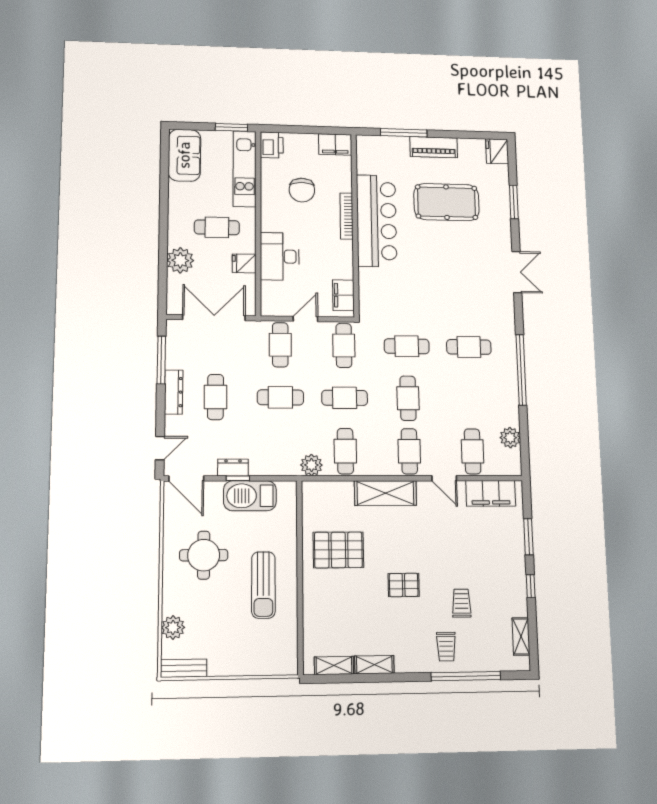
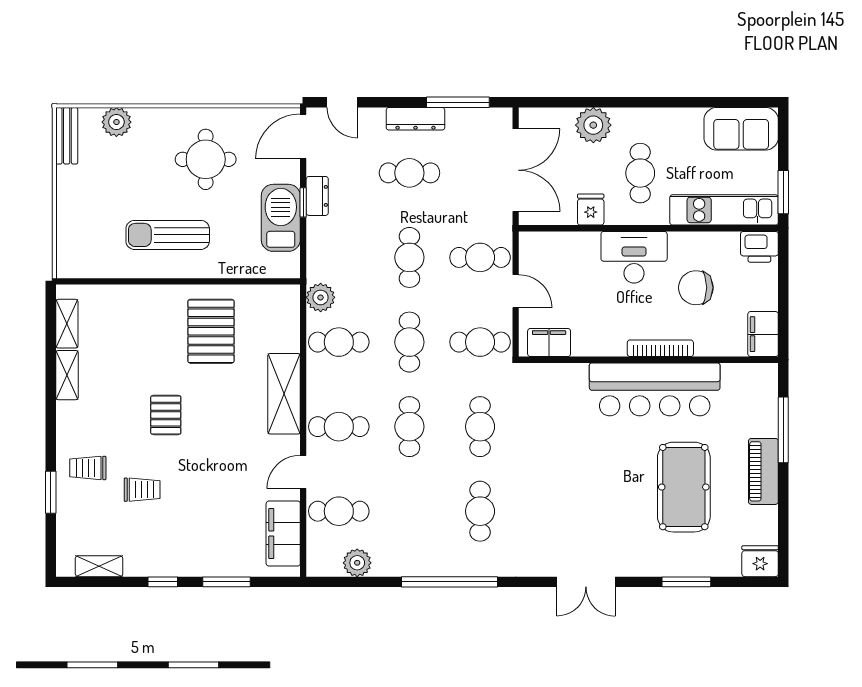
desk: (280, 256) -> (634, 257), moved
cafe table: (408, 398) -> (409, 427), turned 90
window: (466, 676) -> (51, 492), width x0.47

